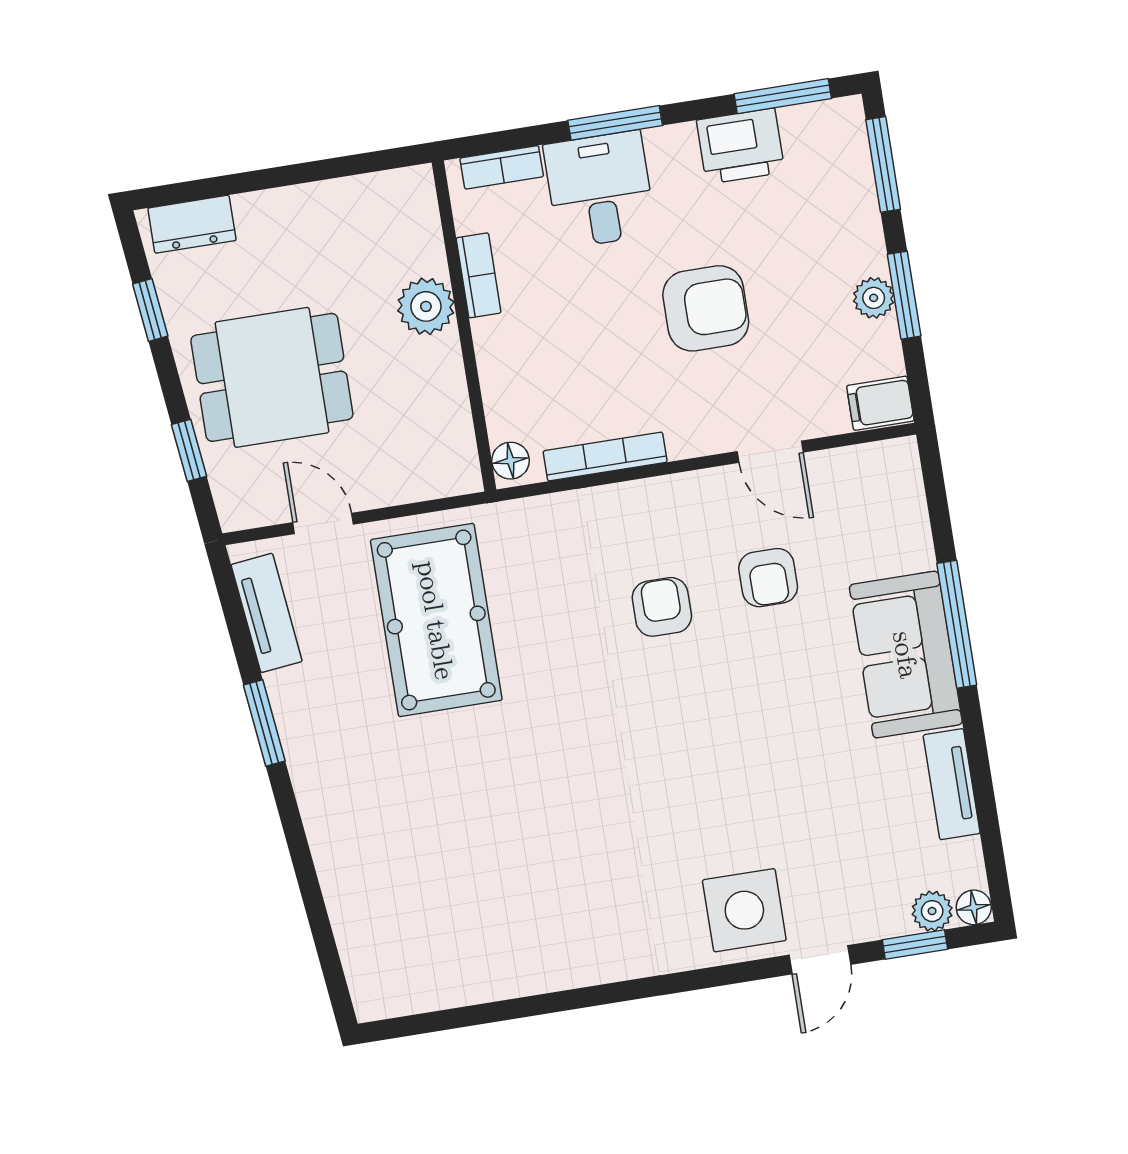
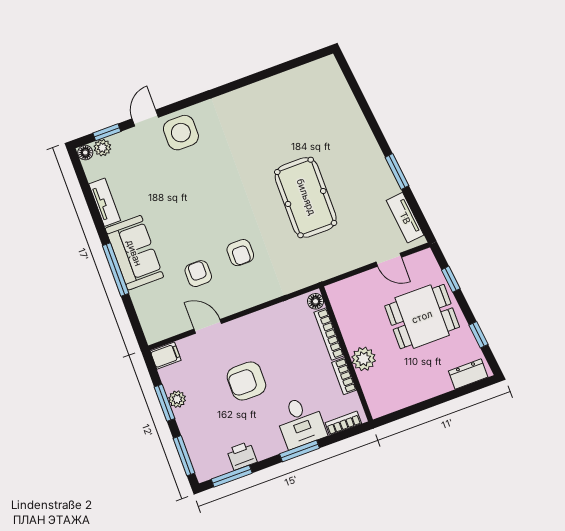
printer: (741, 146) -> (242, 456), width x0.73, depth x0.81
bookcase: (605, 457) -> (329, 334), moved, turned 90
pool table: (436, 620) -> (306, 197), moved

